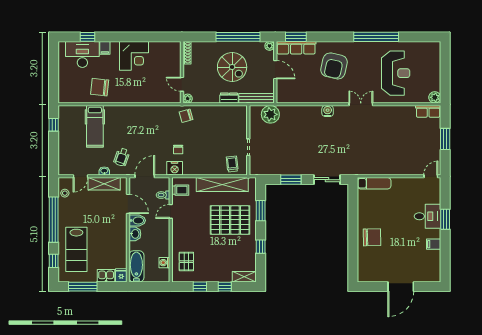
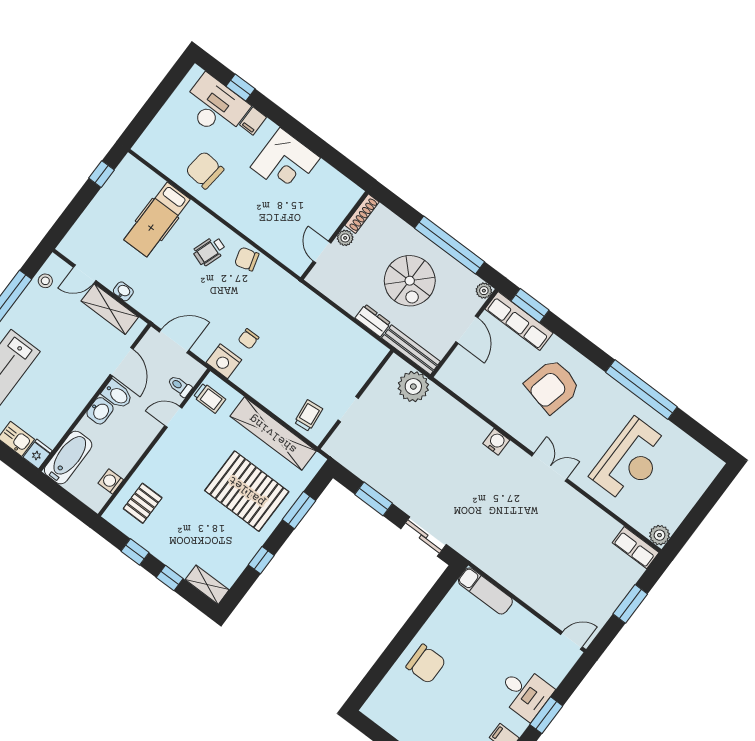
plant: (188, 99) -> (345, 238), moved
chair: (186, 116) -> (247, 259), moved
wheelchair: (122, 157) -> (209, 251), moved

